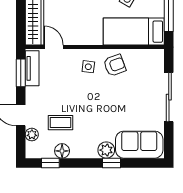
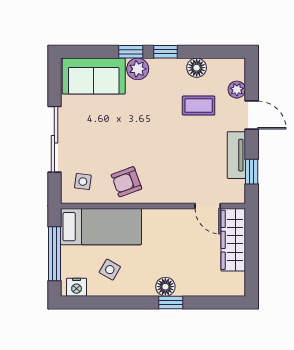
side table: (88, 67) -> (83, 182), moved
tv unit: (32, 68) -> (236, 155), moved
window: (21, 73) -> (252, 172), width x0.67
window: (50, 163) -> (165, 52), moved

